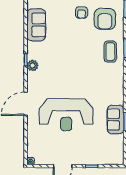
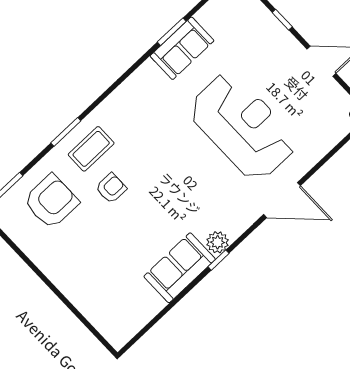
armchair: (82, 13) -> (111, 188), moved
sofa: (36, 25) -> (180, 268), moved

